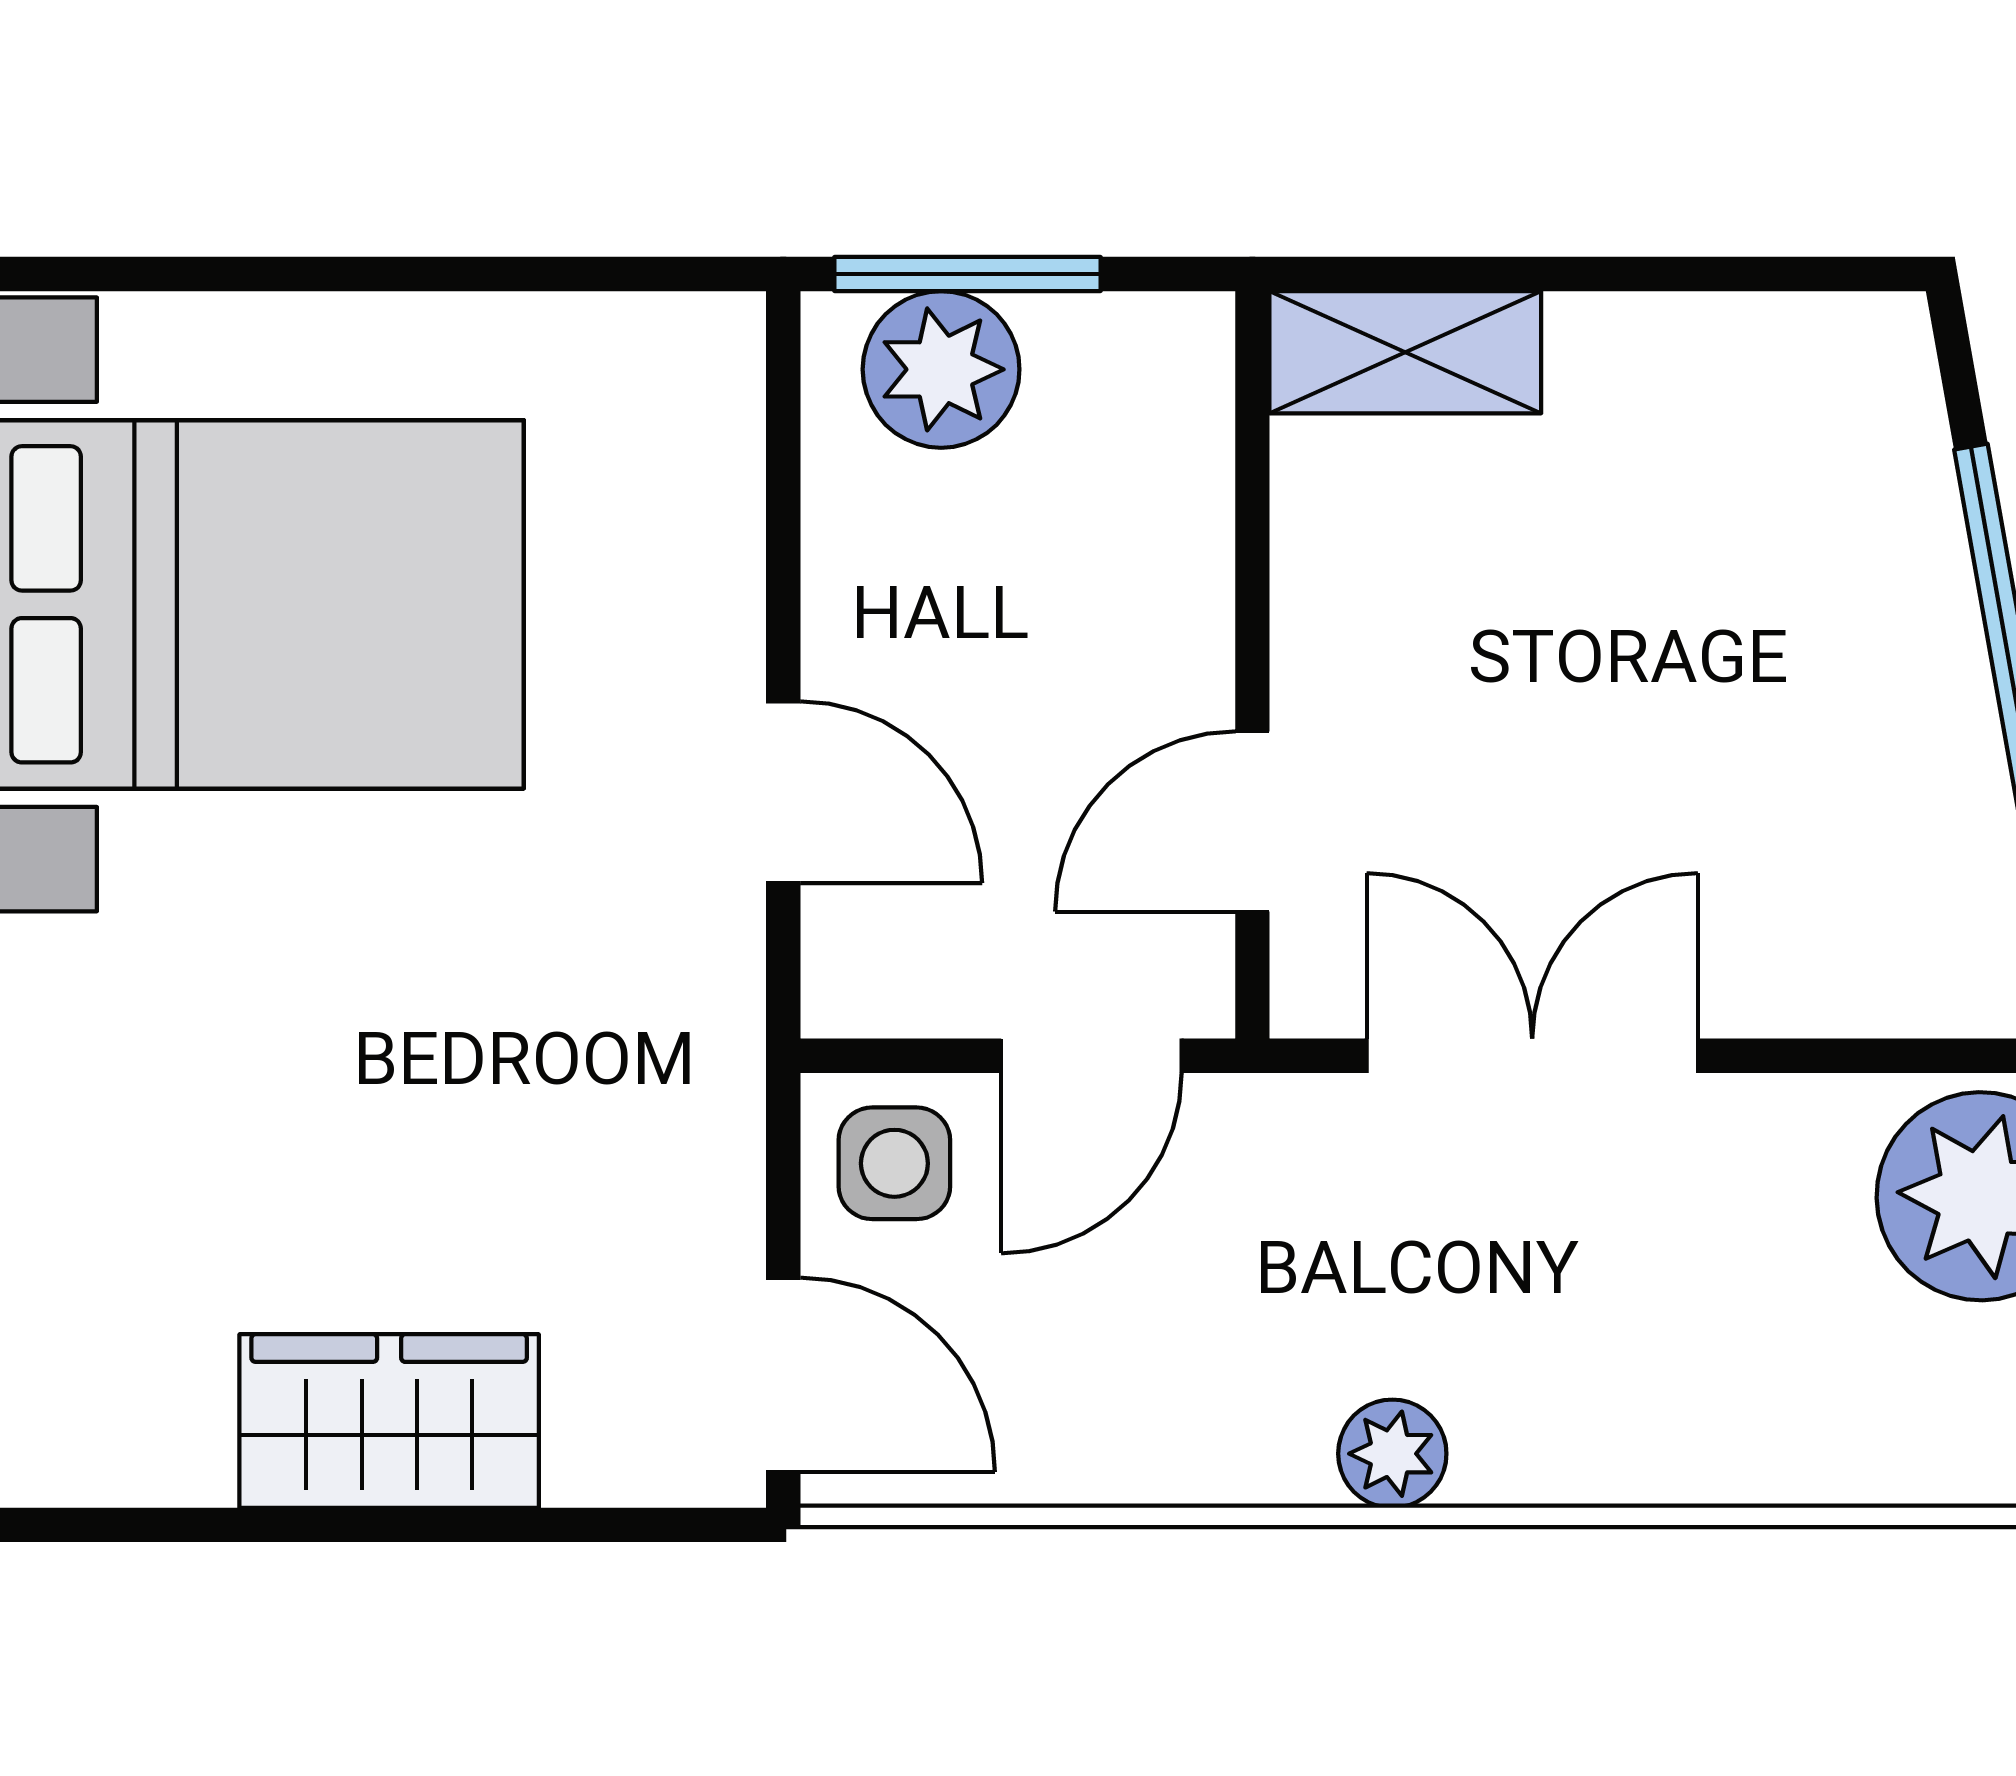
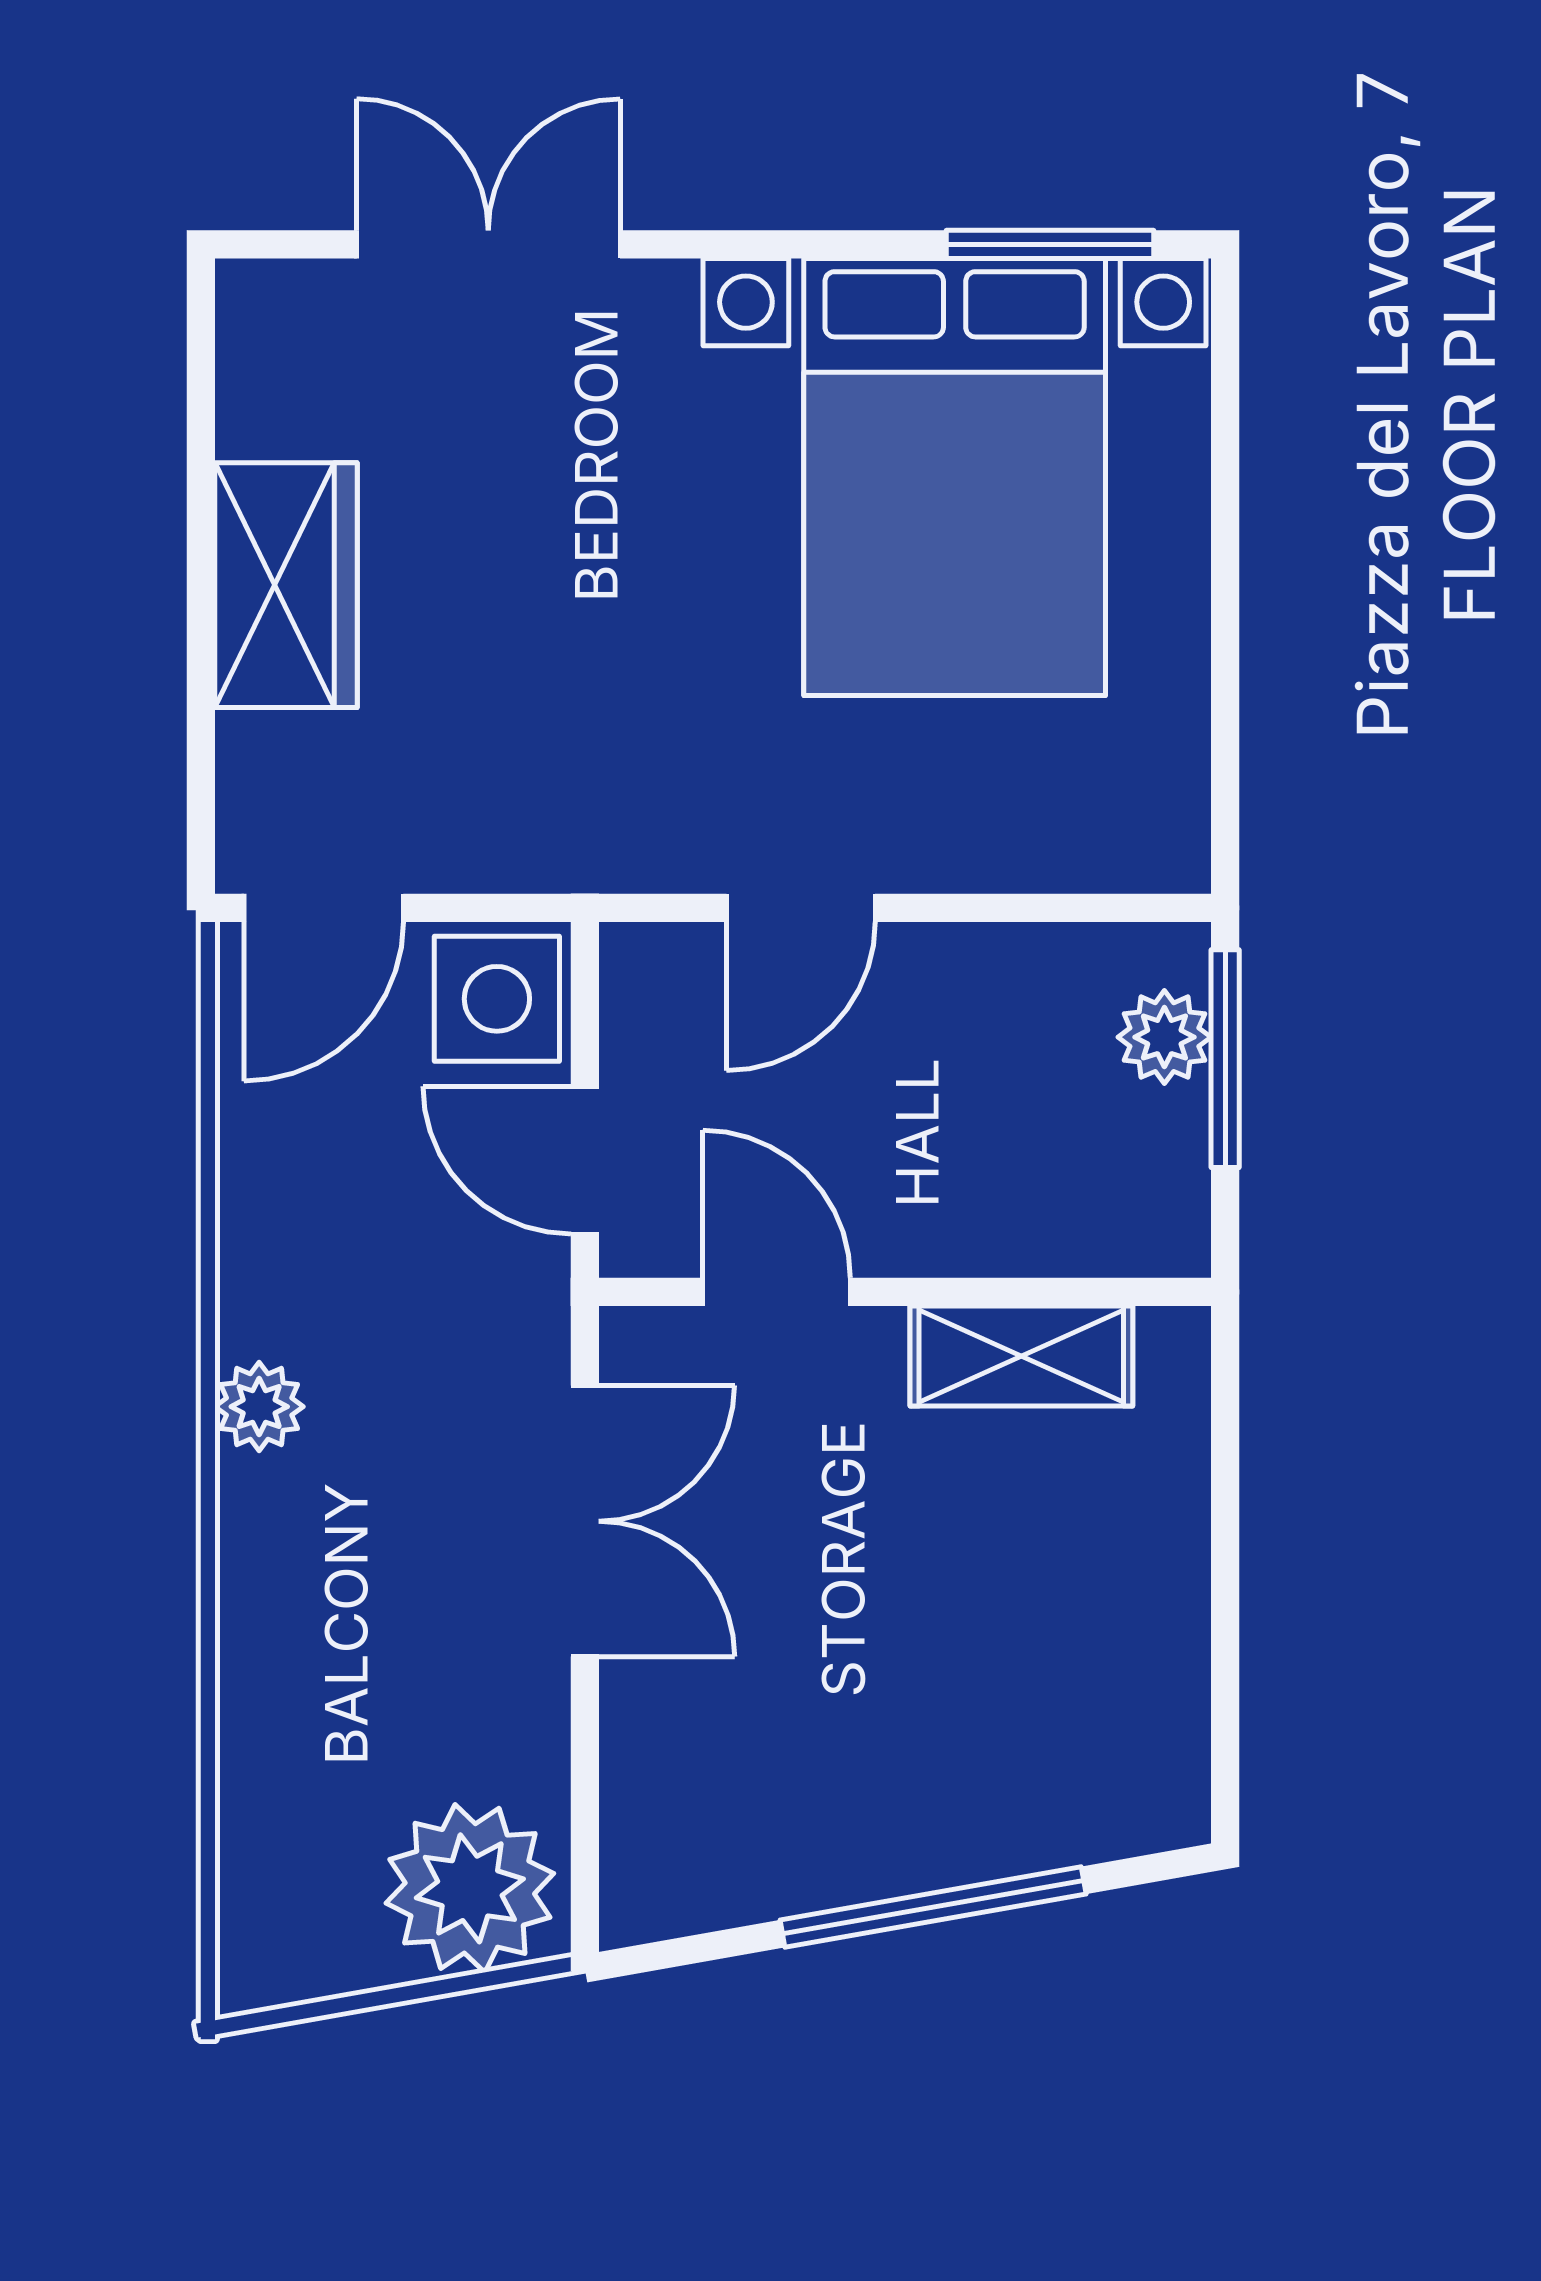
shelving: (1405, 352) -> (1021, 1356), moved, turned 90
plant: (941, 369) -> (1164, 1037), width x0.73, depth x0.73
side table: (894, 1163) -> (497, 999), width x1.37, depth x1.37

